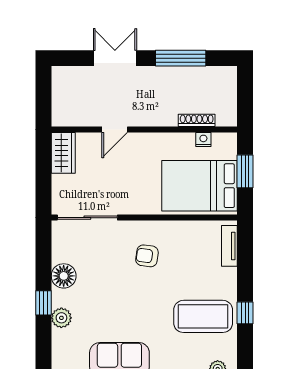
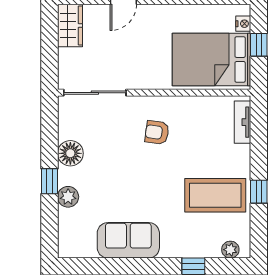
nightstand: (203, 140) -> (243, 24), moved, turned 90
window: (245, 171) -> (259, 45), width x0.67

